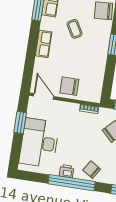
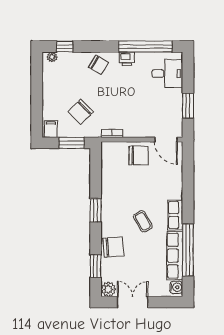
row of seats: (44, 44) -> (175, 215), moved
desk: (39, 143) -> (167, 74), width x0.53, depth x0.77
window: (72, 183) -> (145, 47), moved

